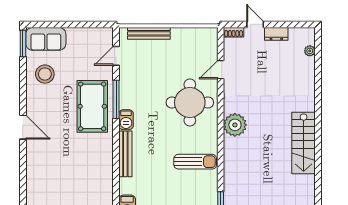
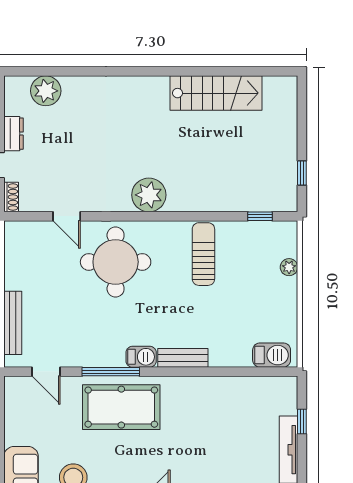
plant: (310, 51) -> (46, 91), width x1.87, depth x1.87
stairs: (304, 143) -> (216, 93), moved
bench: (125, 154) -> (183, 358), width x0.73

